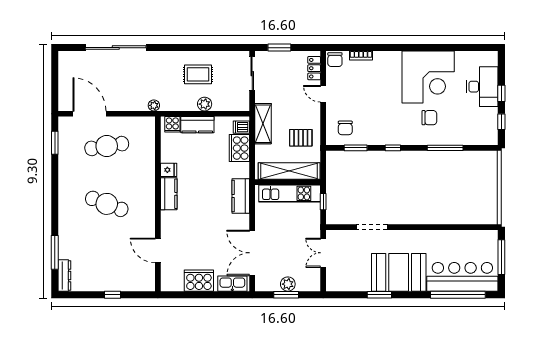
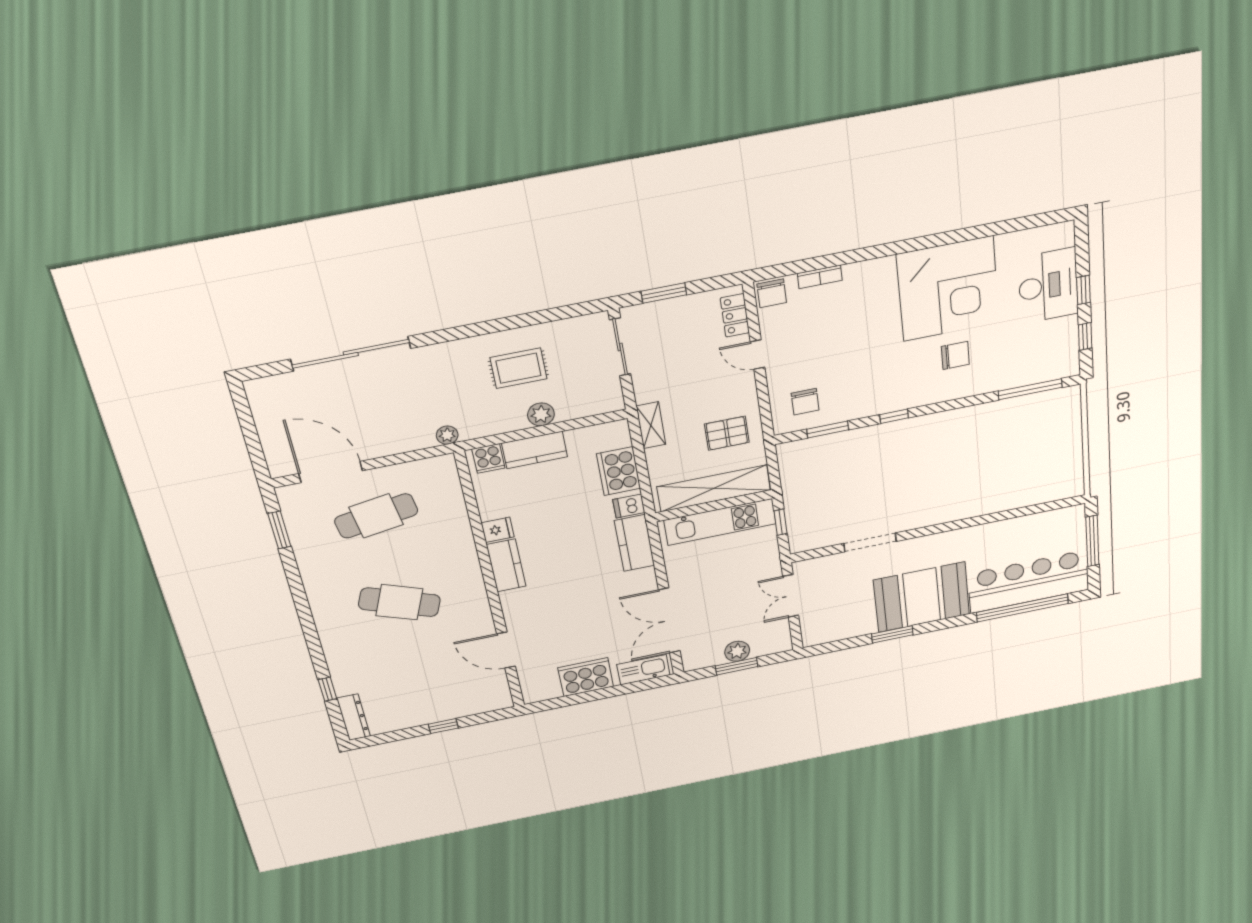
shelving: (263, 124) -> (651, 425), width x0.67, depth x0.75
dishwasher: (241, 127) -> (629, 506), moved
window: (445, 148) -> (1030, 389), moved
window: (55, 252) -> (327, 689), width x0.46

